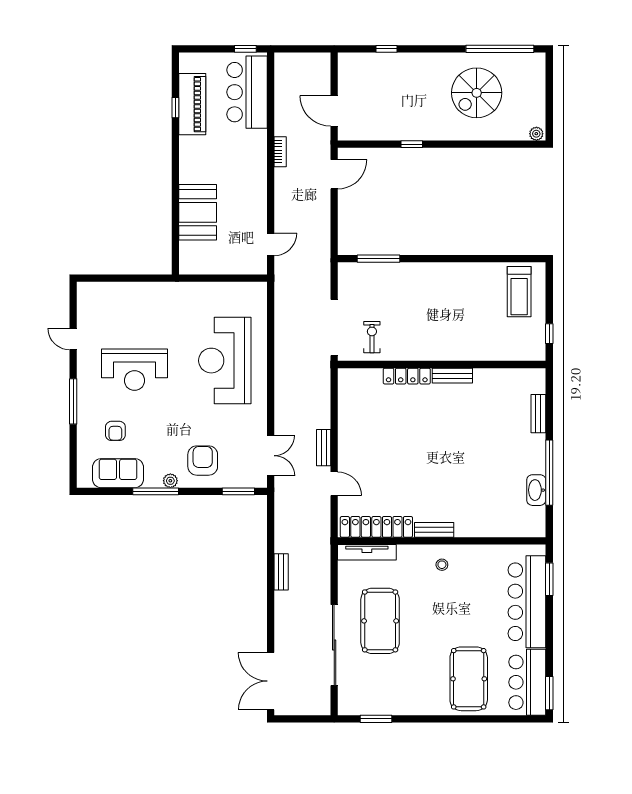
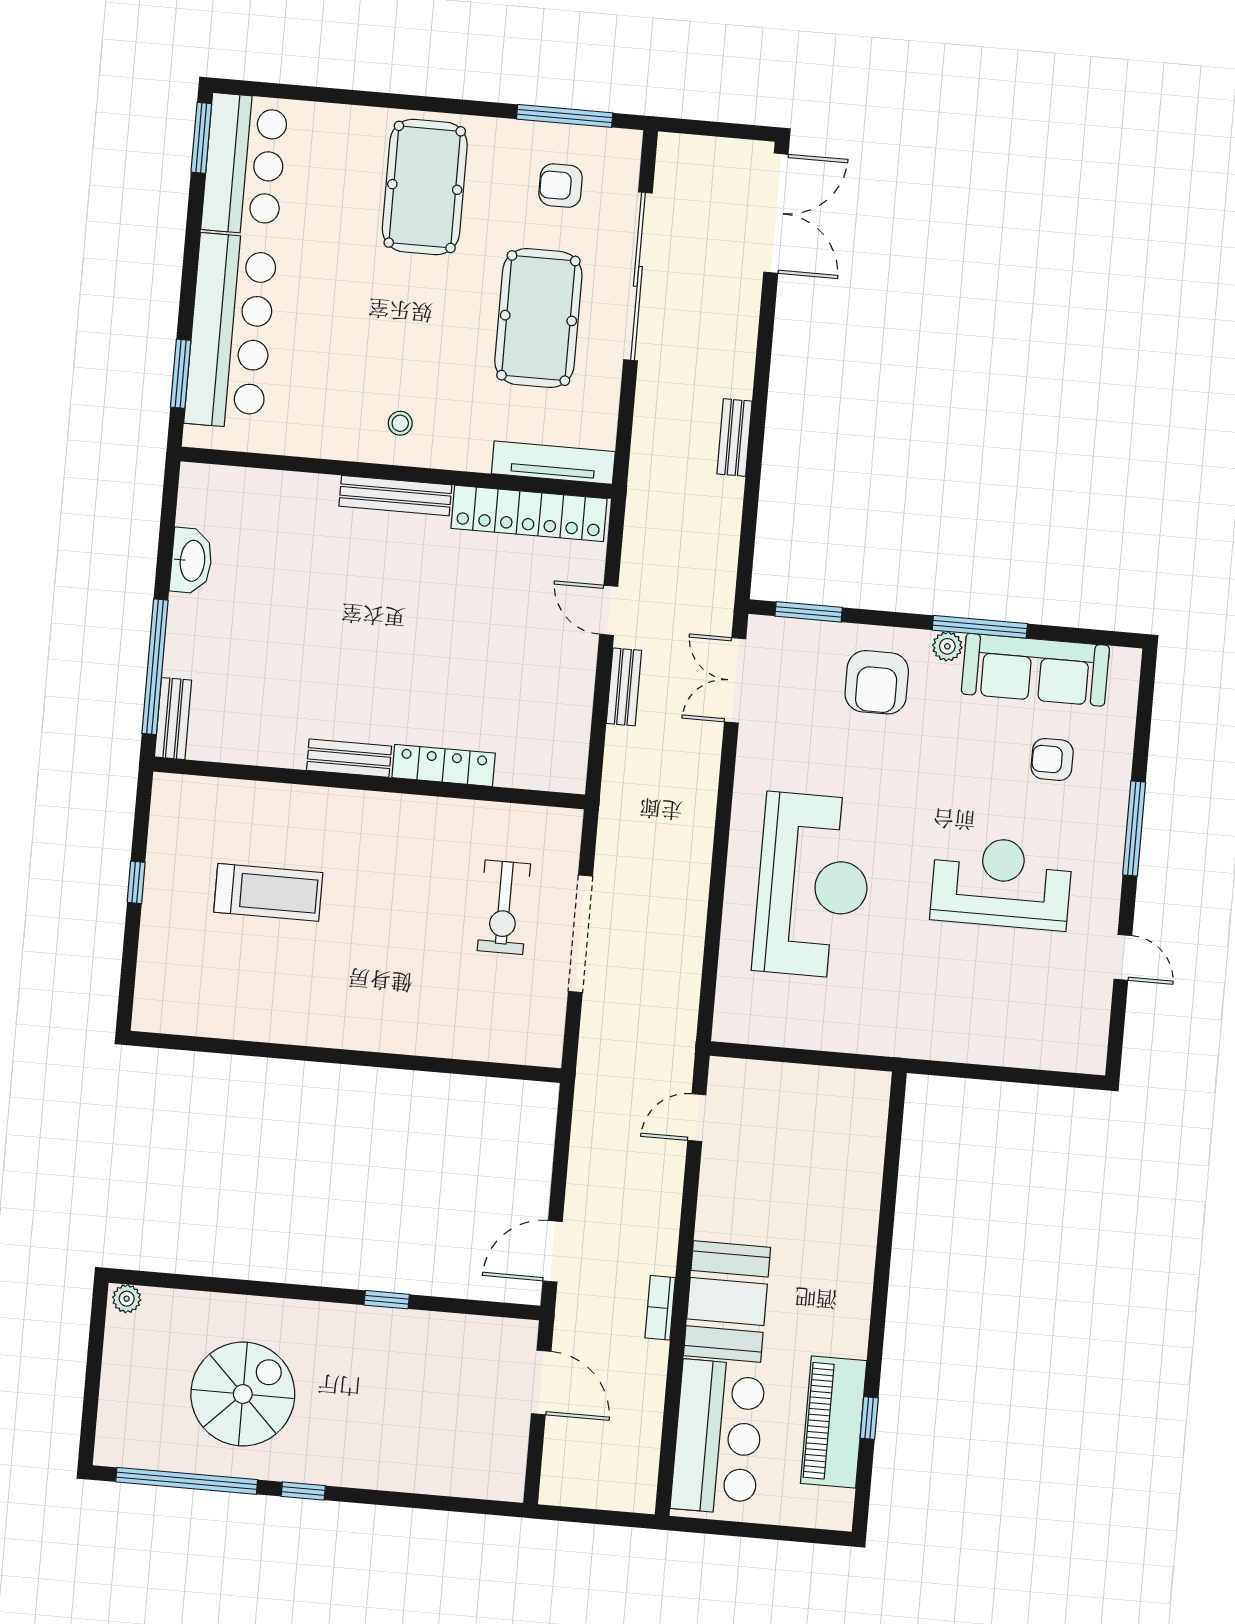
window: (245, 49) -> (714, 1527), removed
window: (386, 49) -> (303, 1491), moved
booth: (198, 212) -> (727, 1301), moved
window: (378, 259) -> (476, 1068), removed
treadmill: (519, 292) -> (268, 892), moved, turned 90
exercise bike: (372, 337) -> (504, 907), width x1.38, depth x1.39
wall: (442, 364) -> (369, 783), moved
locker: (407, 376) -> (444, 765), moved
bench: (452, 376) -> (349, 758), moved
armchair: (115, 431) -> (1052, 759), turned -90
sofa: (118, 473) -> (1035, 670), width x1.36
window: (549, 473) -> (155, 667), moved
bench: (434, 530) -> (395, 496), width x1.36
pool table: (469, 679) -> (425, 187), moved
armchair: (375, 685) -> (561, 186), added
window: (376, 719) -> (565, 116), width x1.44

